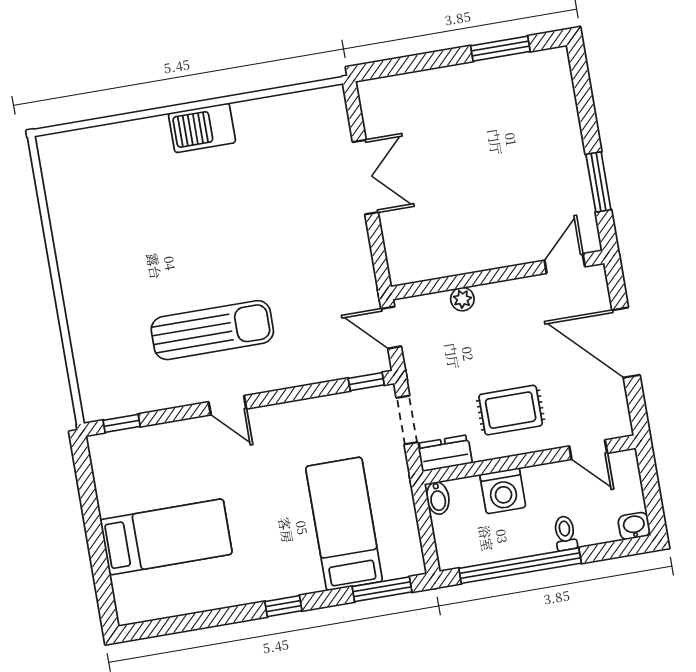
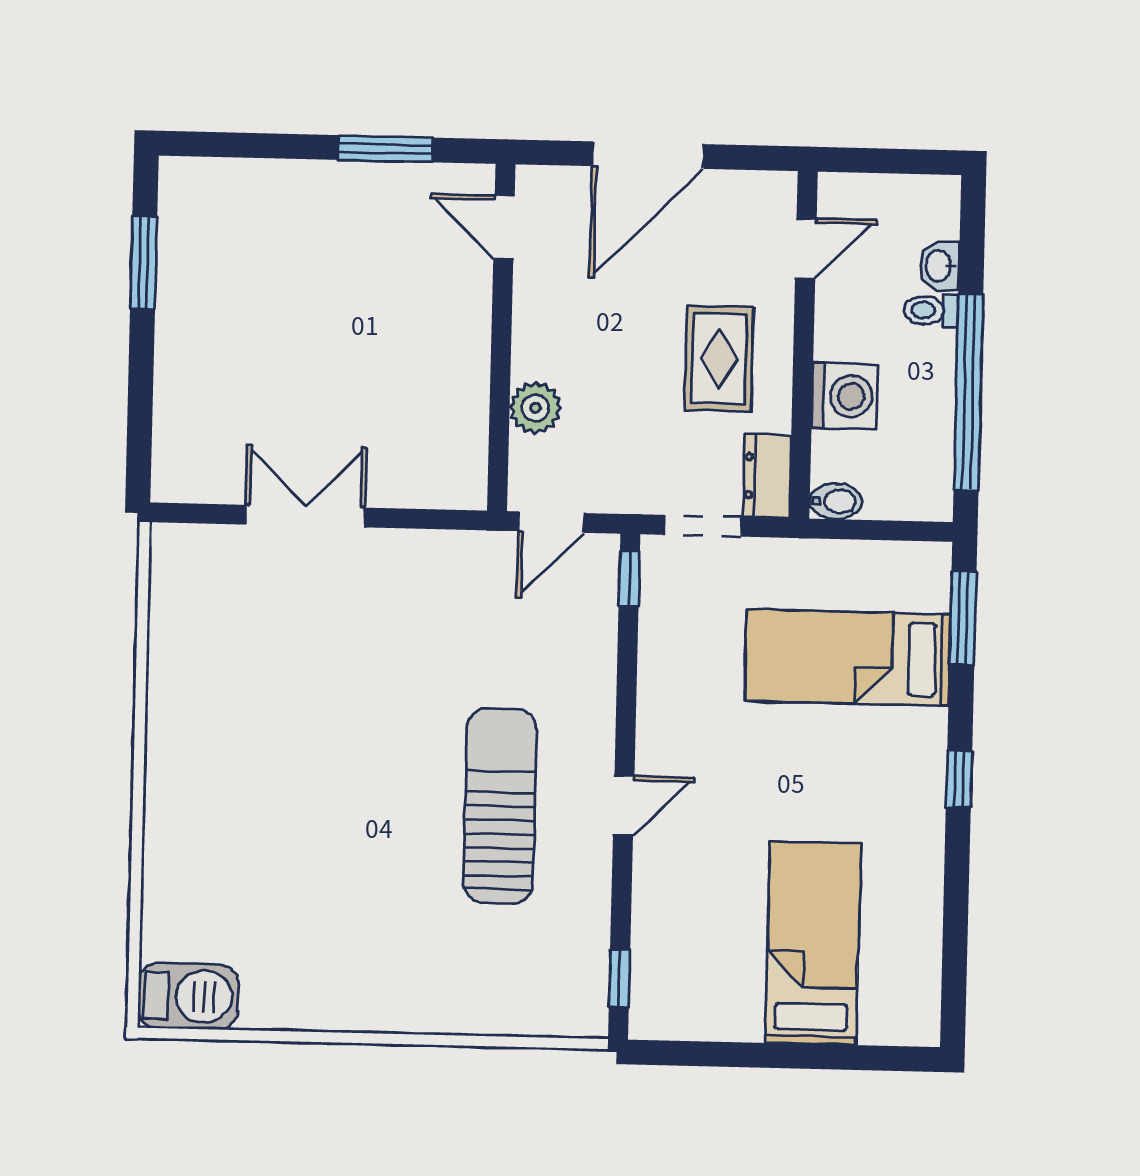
barbecue: (202, 128) -> (188, 996), moved, turned -90
plant: (462, 299) -> (535, 408), width x1.38, depth x1.38
washbasin: (634, 526) -> (939, 266), moved

